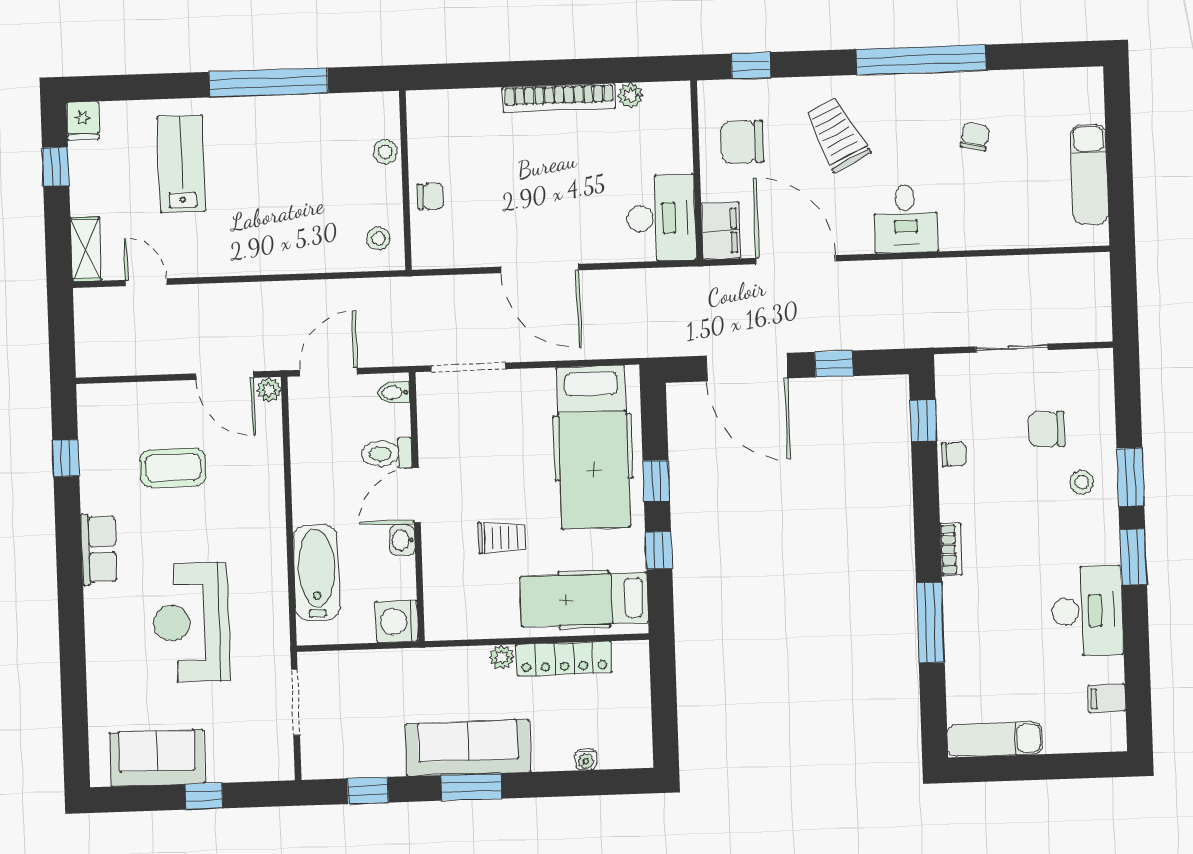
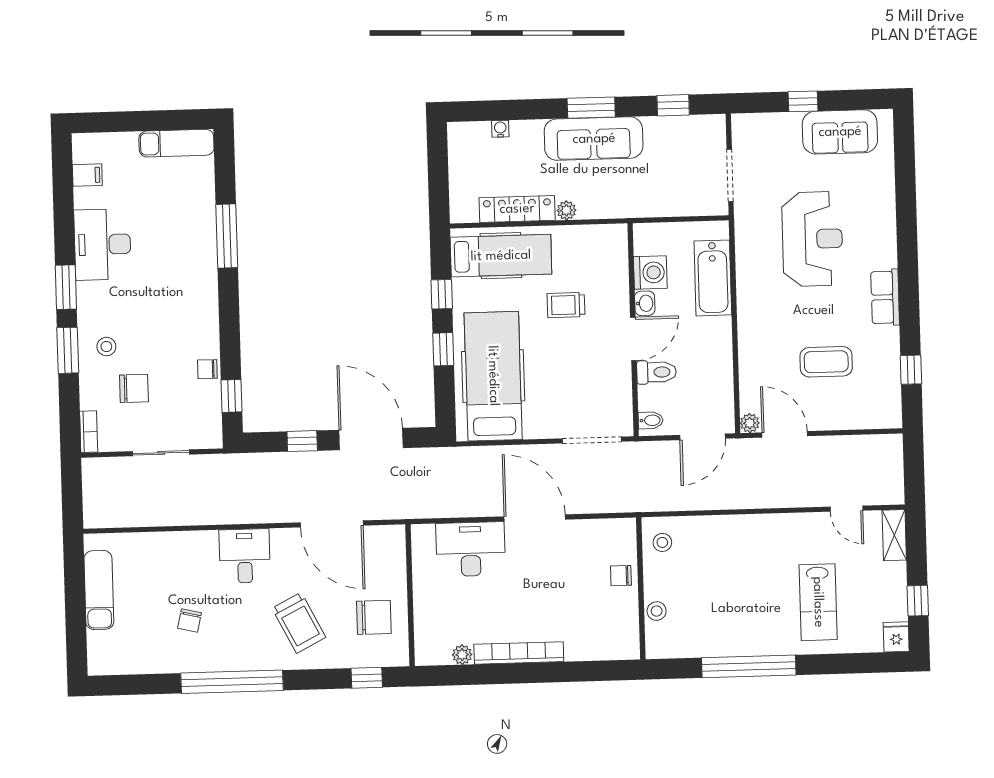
desk: (661, 218) -> (471, 549), moved, turned 90
filing cabinet: (721, 231) -> (391, 547), removed
bookcase: (951, 549) -> (89, 432), moved, turned 180
washing machine: (397, 621) -> (650, 273), moved

